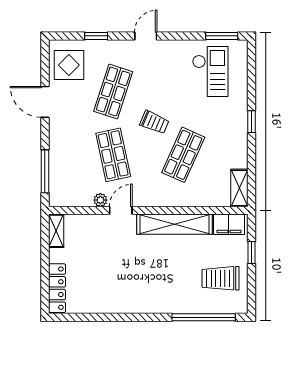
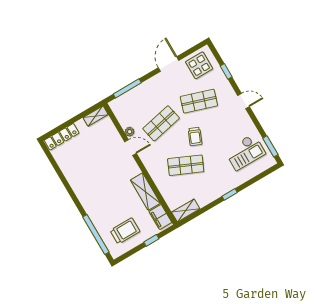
shelving: (174, 224) -> (145, 192), width x0.68
trolley: (220, 278) -> (125, 231), turned 90

